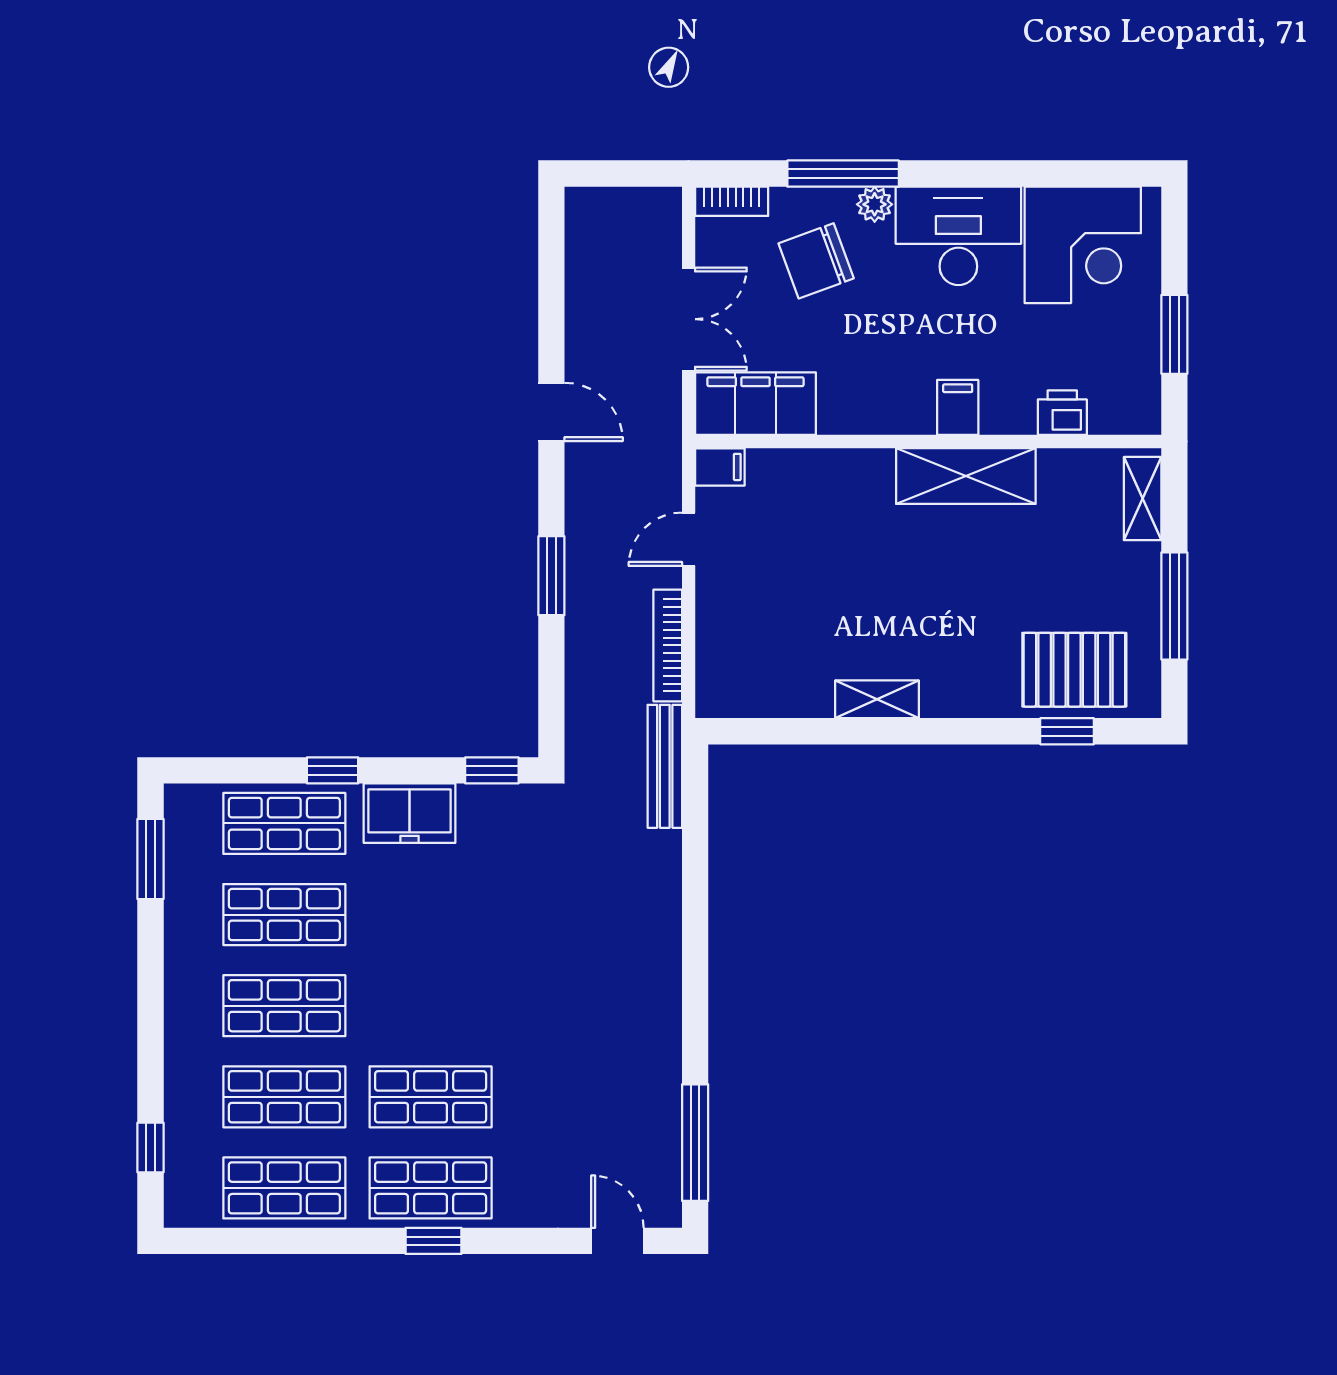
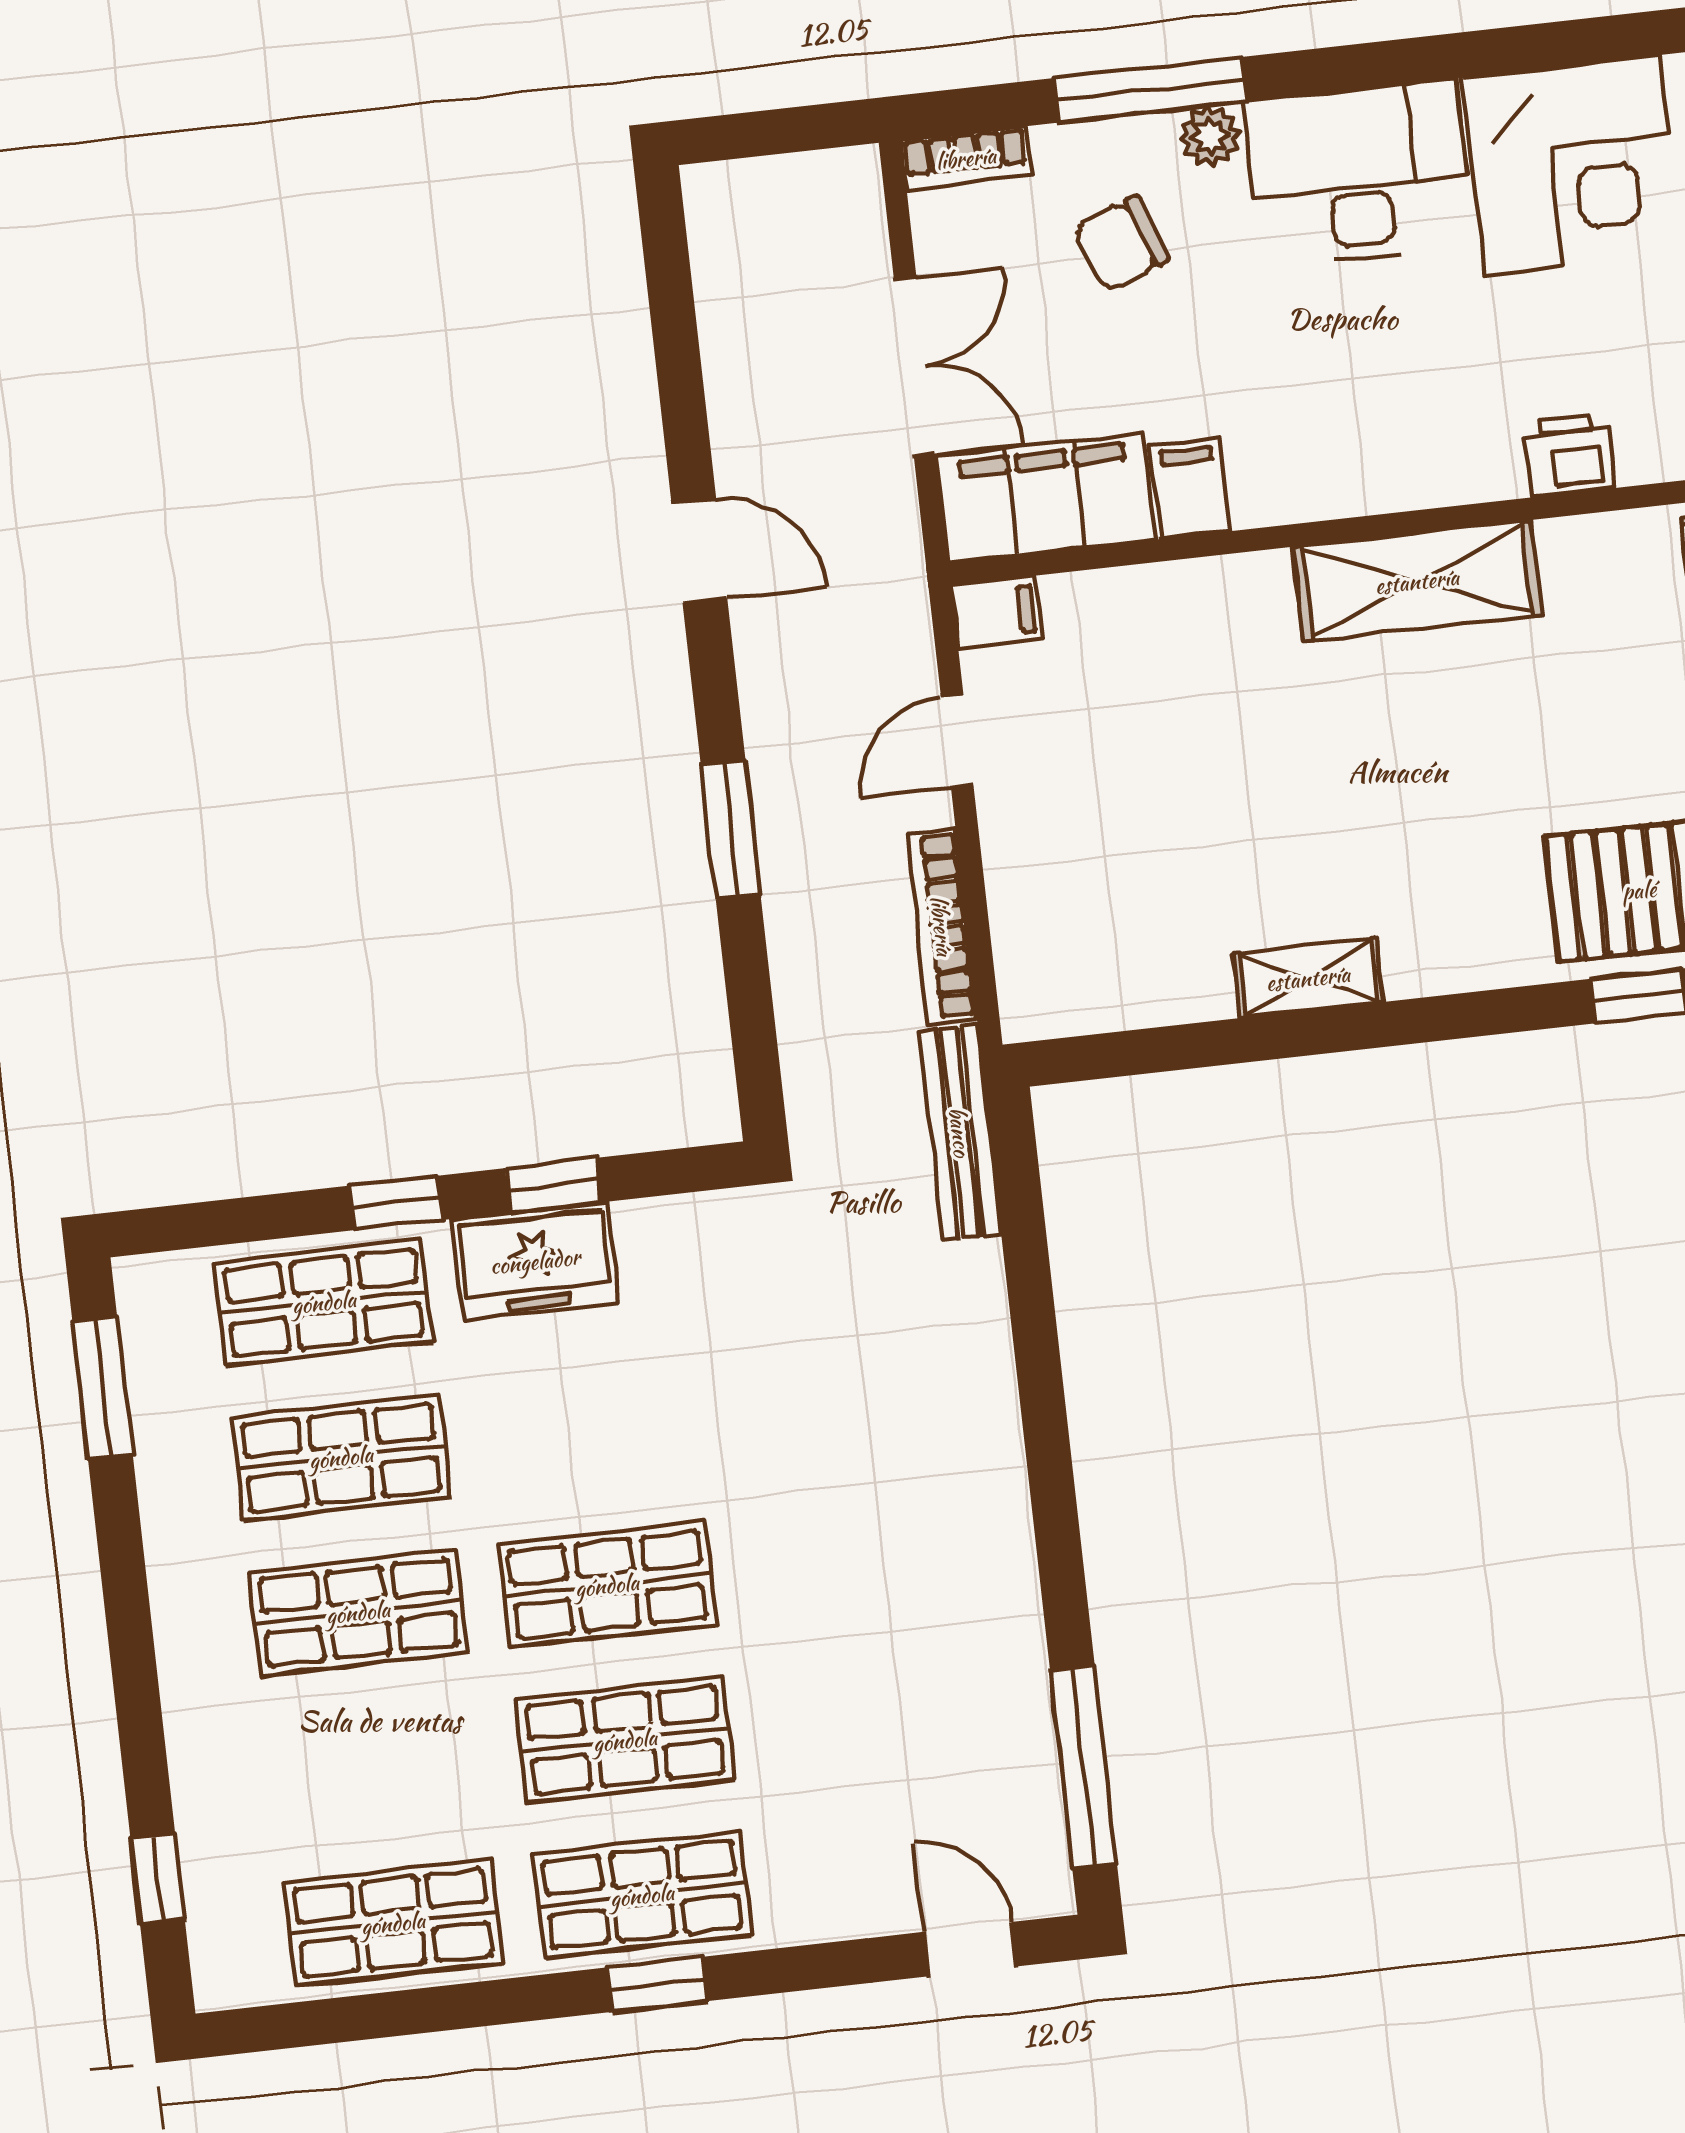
chair: (816, 261) -> (1121, 243), width x0.73, depth x0.73
filing cabinet: (958, 407) -> (1190, 488), moved
window: (492, 770) -> (553, 1185), moved
shop shelf: (284, 1097) -> (607, 1585), moved

